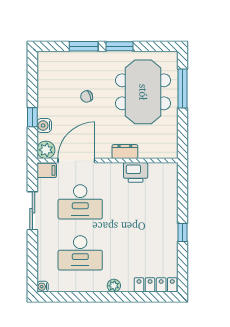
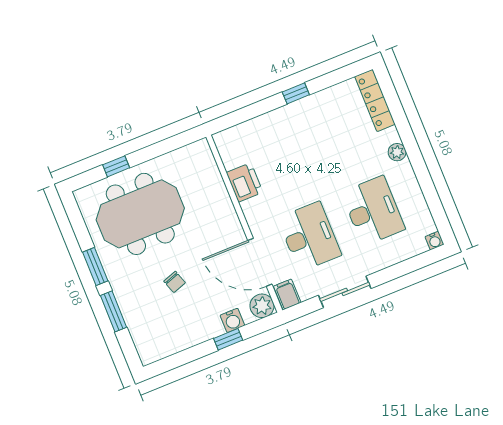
window: (182, 89) -> (116, 166), width x0.46
dresser: (125, 152) -> (224, 206), removed

